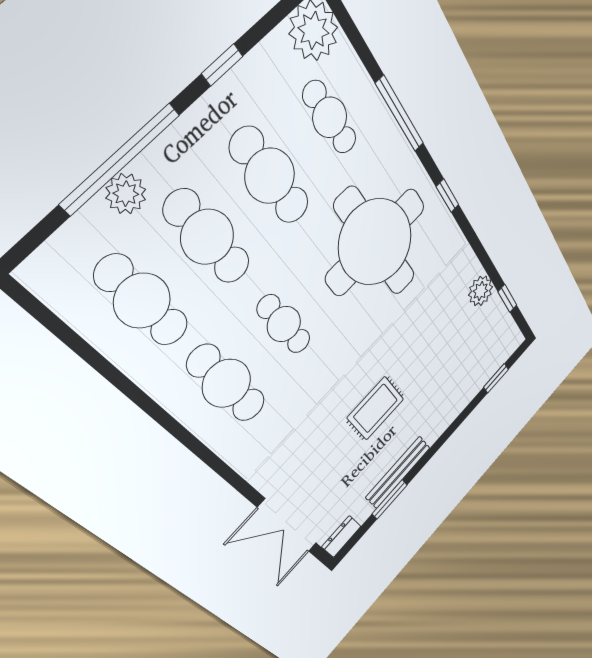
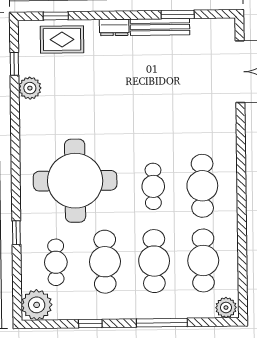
window: (400, 114) -> (16, 233), width x0.46
window: (120, 159) -> (162, 323), width x0.68
plant: (126, 194) -> (226, 308), moved
window: (448, 196) -> (16, 166), removed
rug: (376, 408) -> (62, 39), moved
dresser: (341, 537) -> (114, 27), moved

